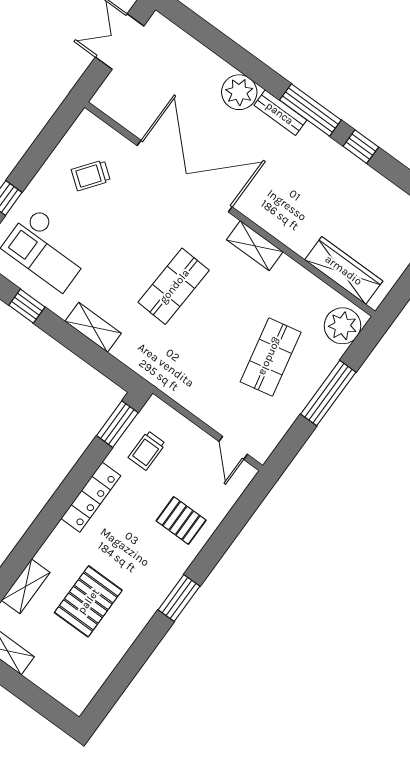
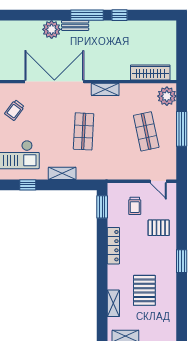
trolley: (147, 450) -> (135, 206), moved

